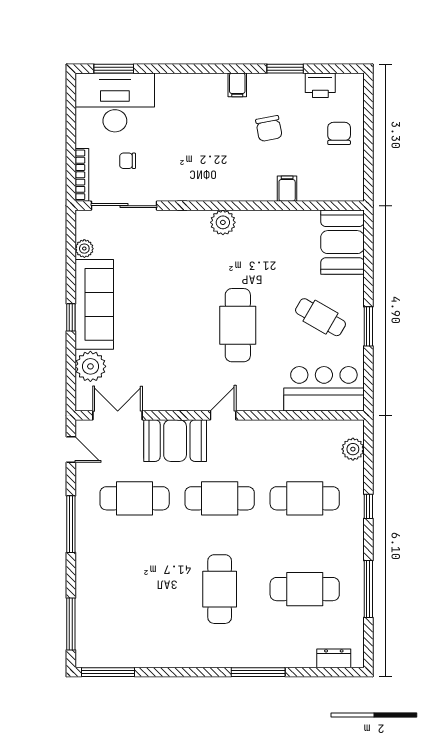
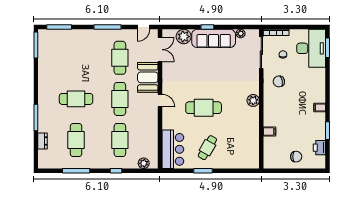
chair: (269, 129) -> (279, 81), moved
booth: (342, 242) -> (244, 158), removed
dresser: (334, 658) -> (43, 141), moved

